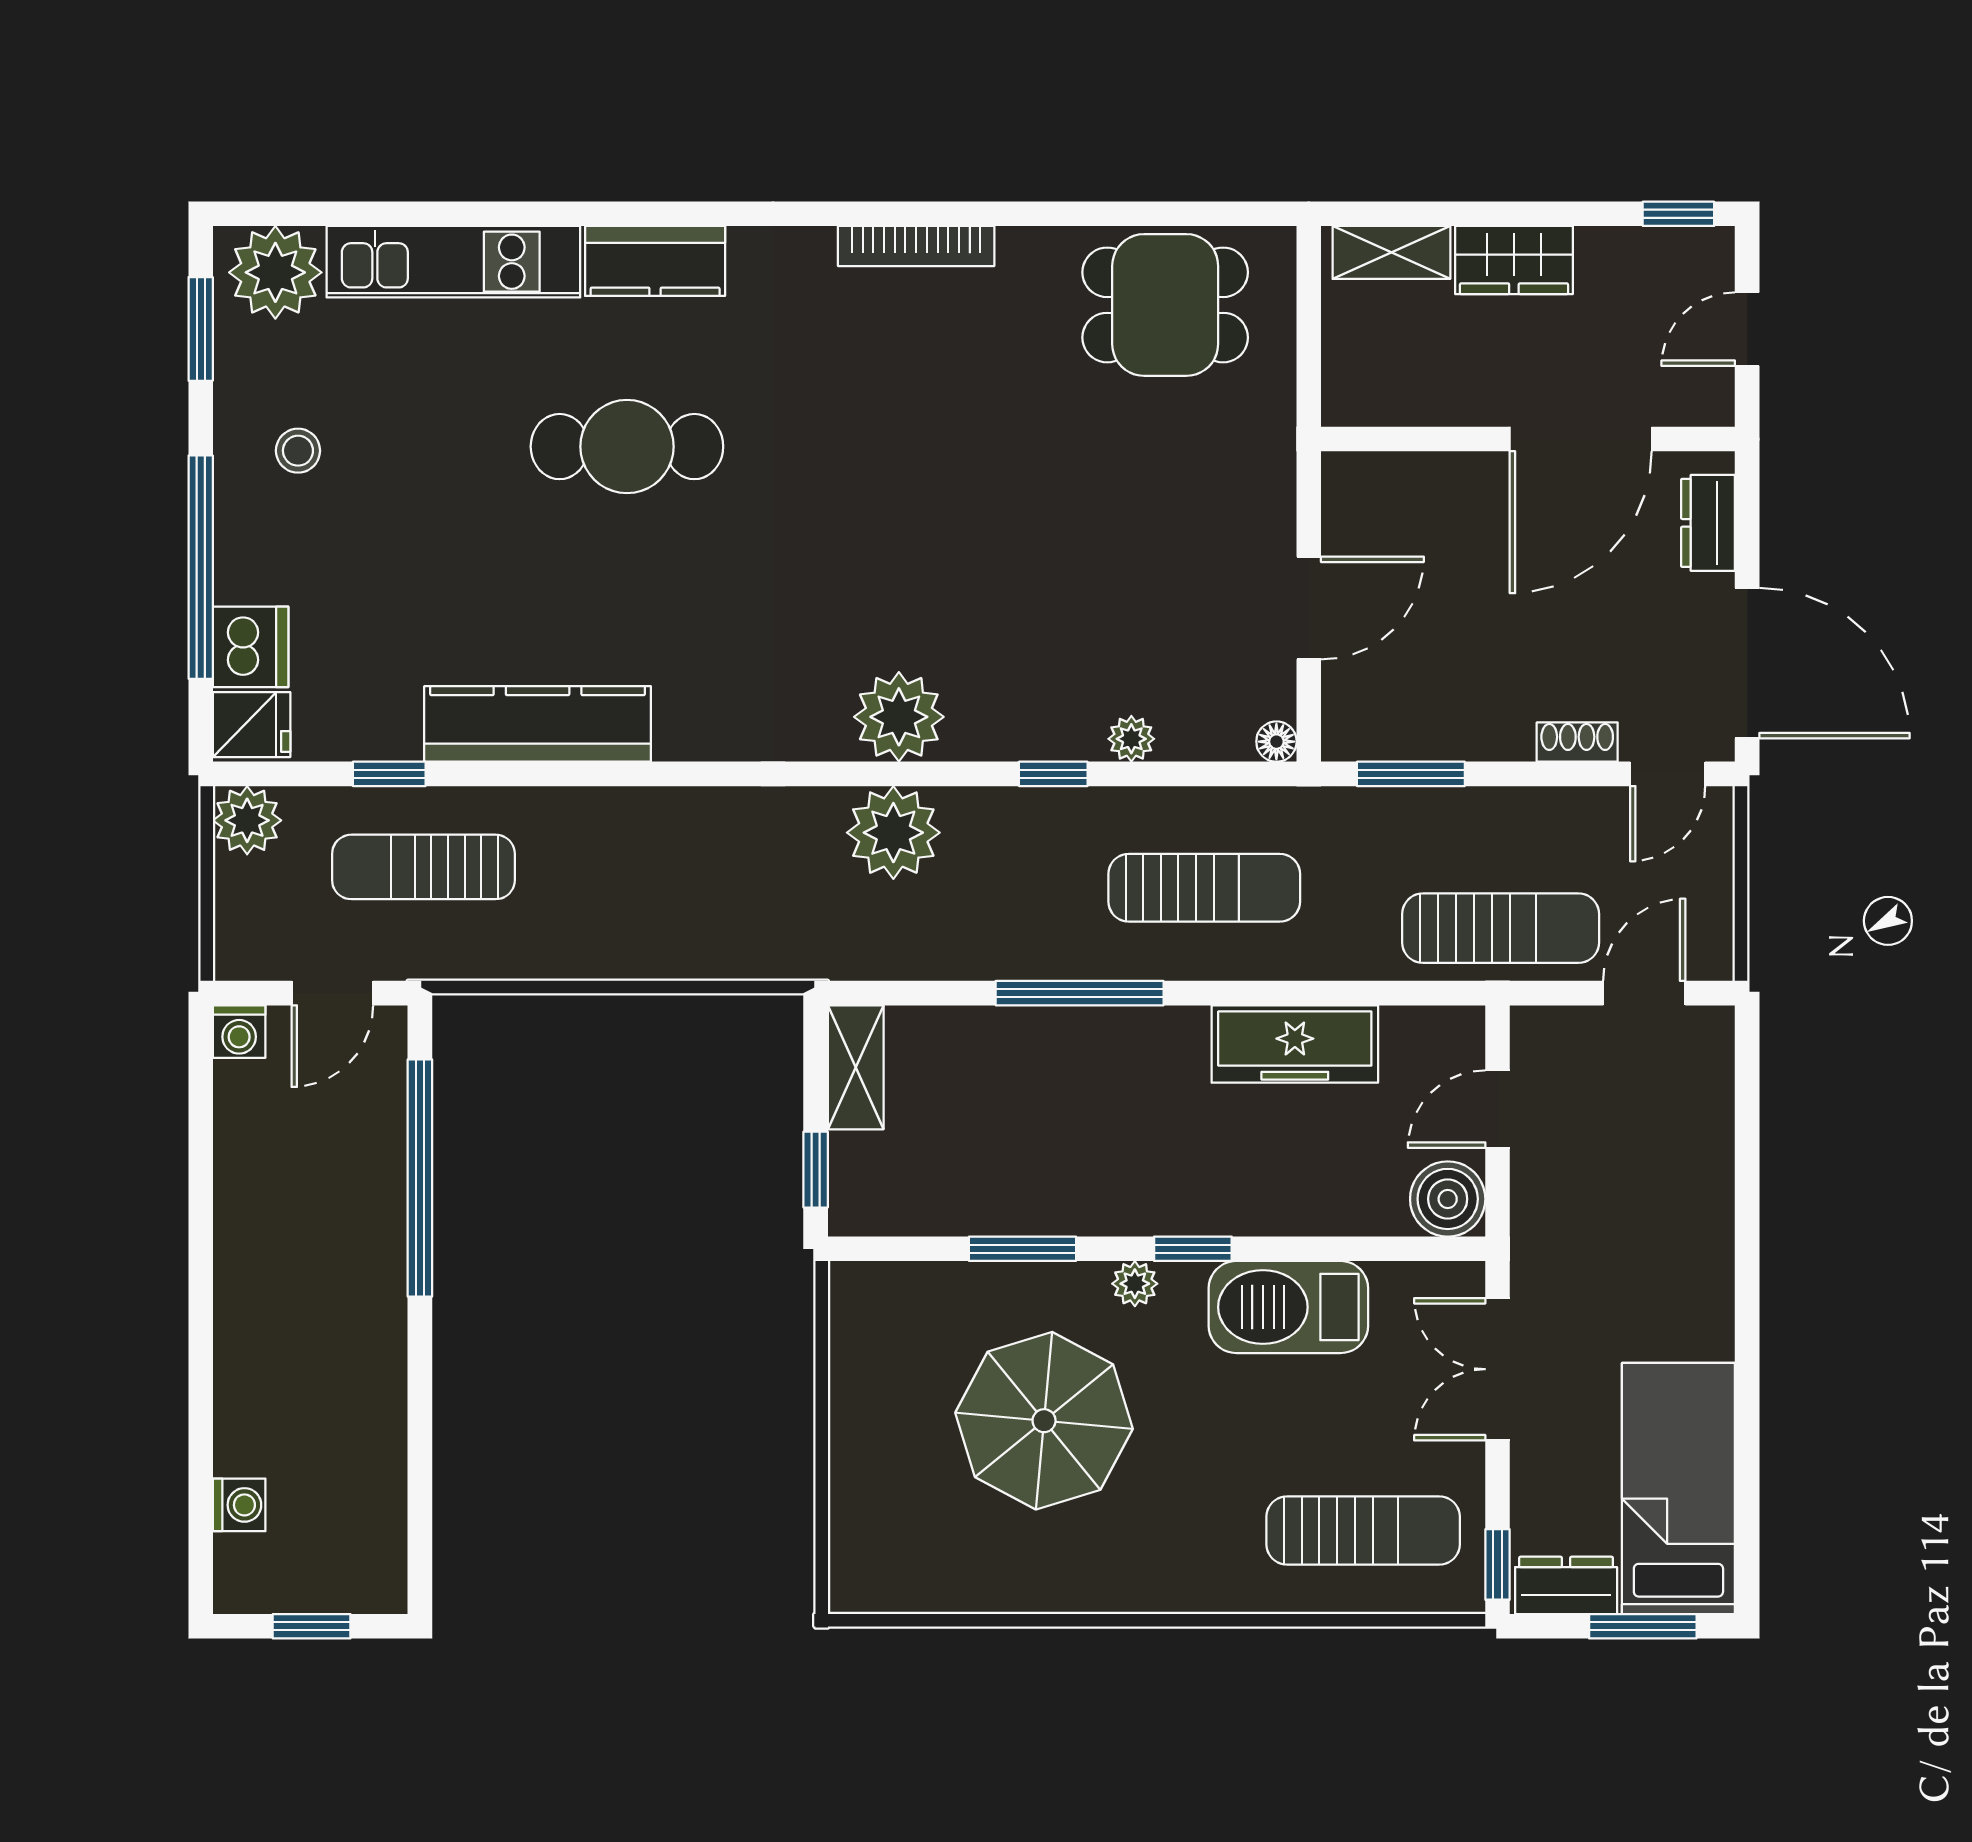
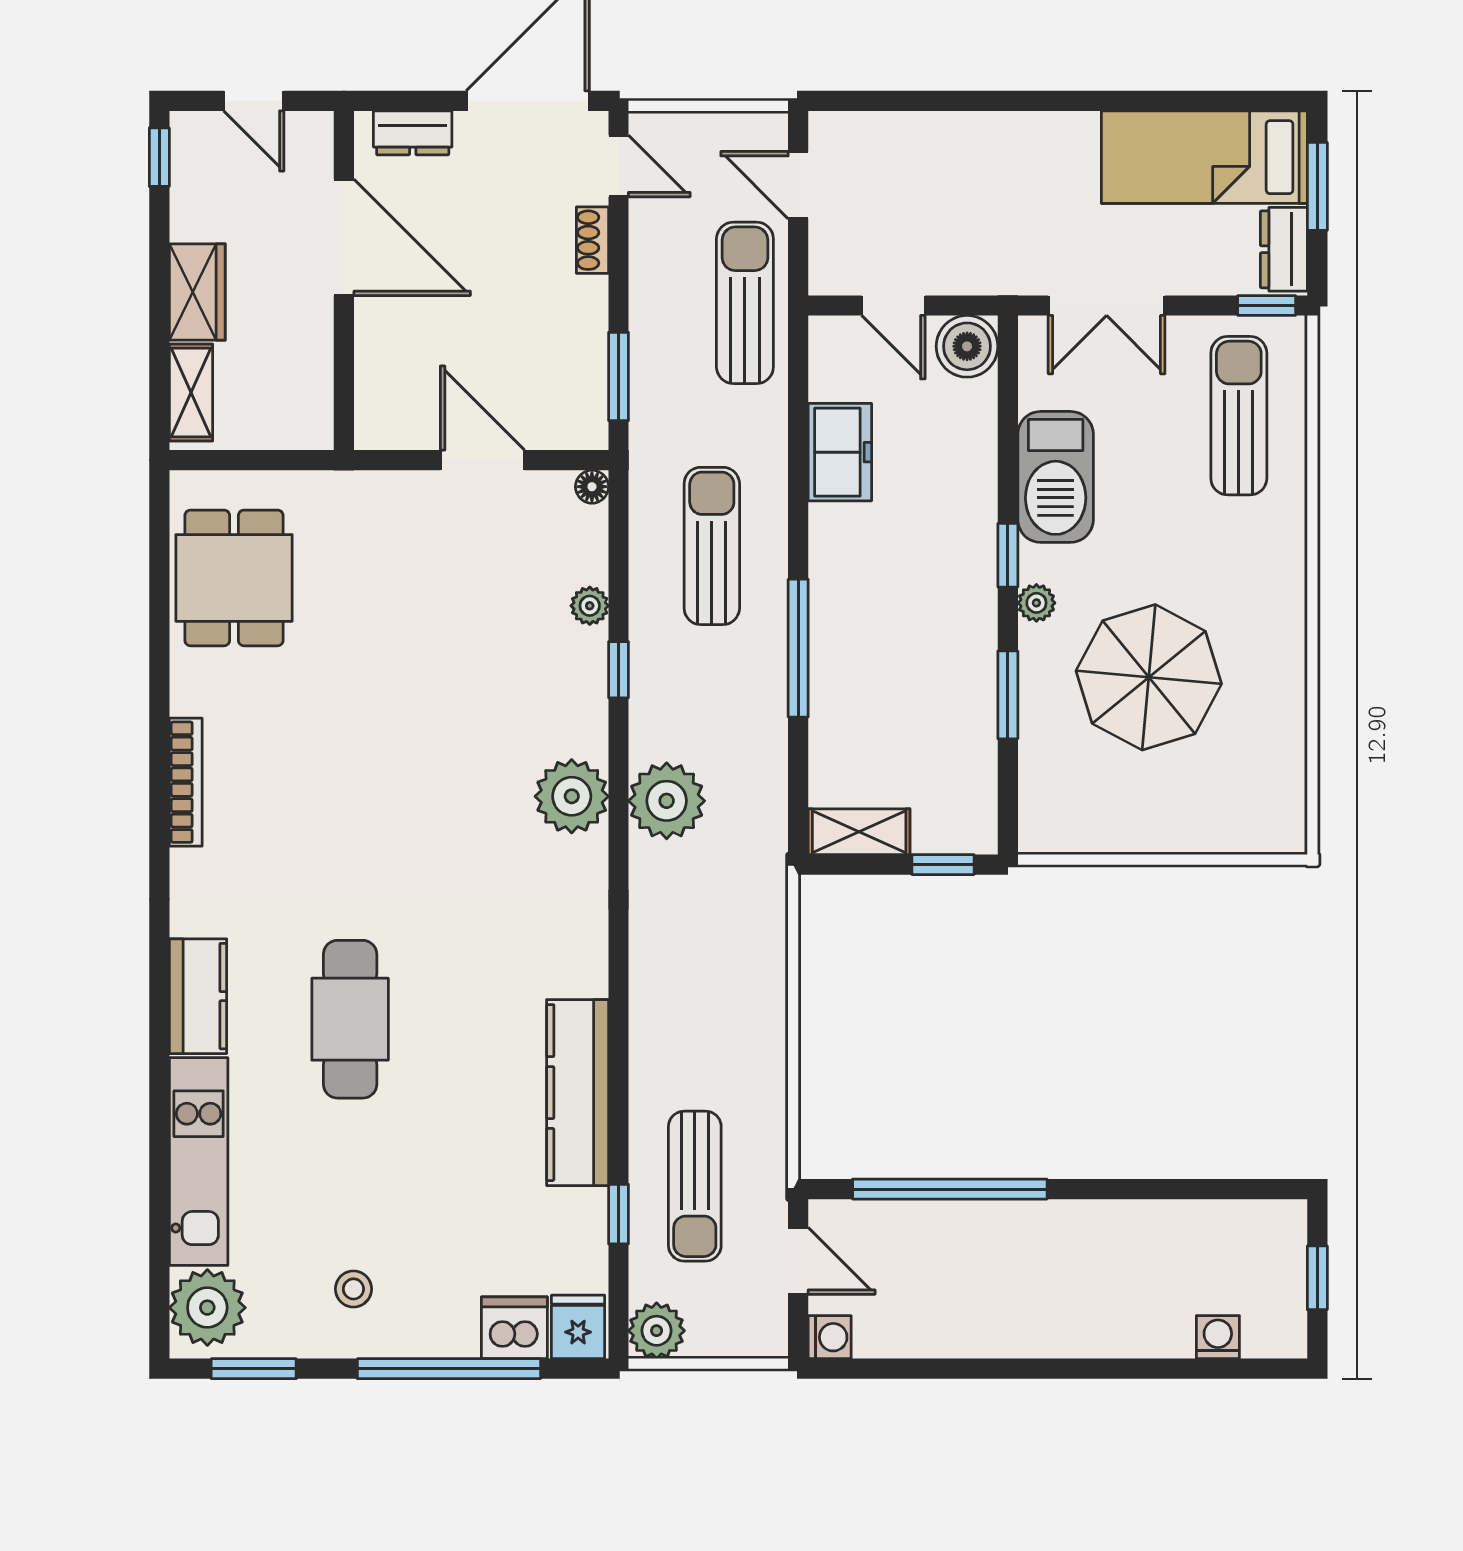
freezer: (1295, 1044) -> (840, 452), width x0.71

